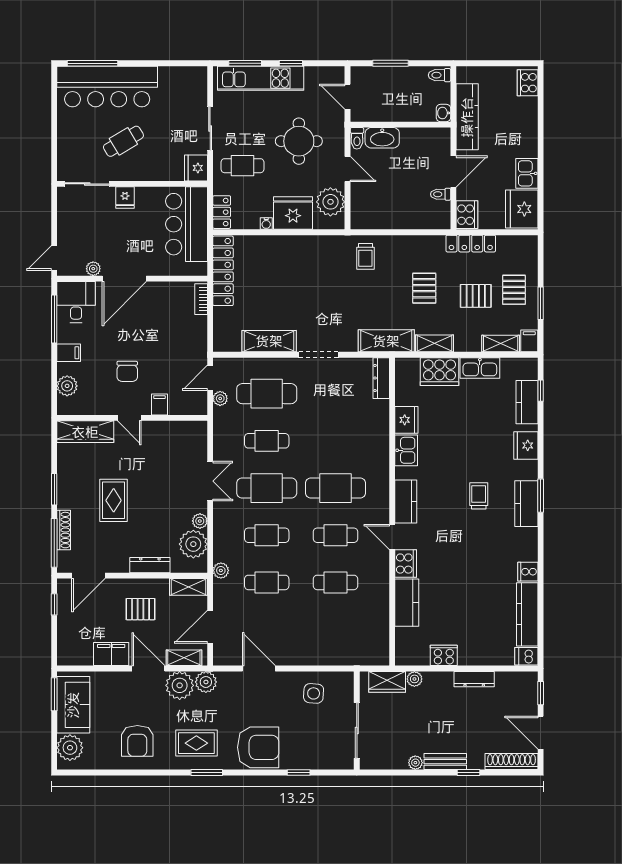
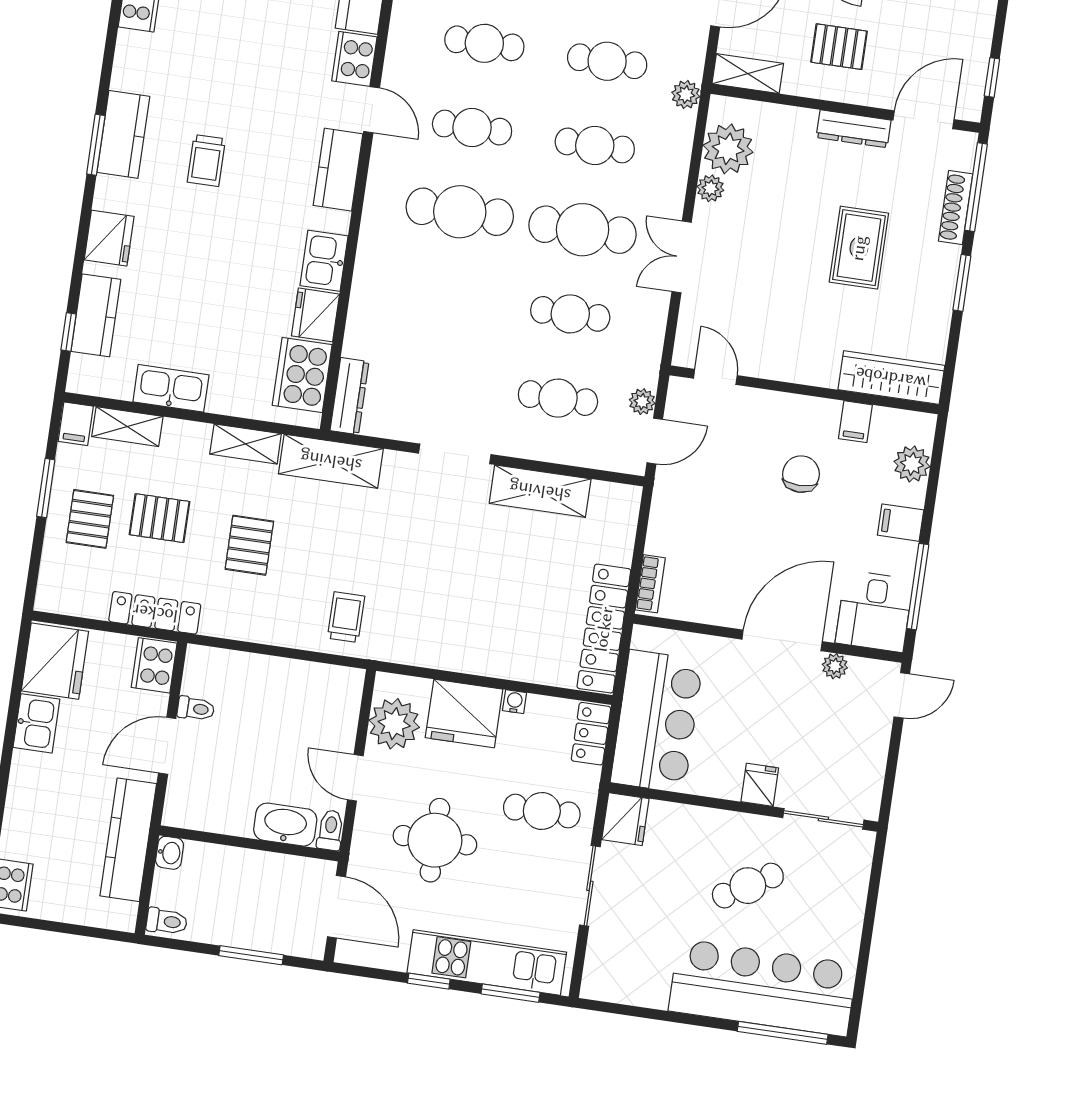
door: (347, 97) -> (336, 907), width x1.38
cooker: (439, 372) -> (302, 375), moved, turned -90
cafe table: (267, 394) -> (558, 398), width x0.73, depth x0.74
filing cabinet: (159, 404) -> (855, 422), moved
door: (129, 418) -> (715, 377), moved
dresser: (150, 565) -> (854, 129), moved

